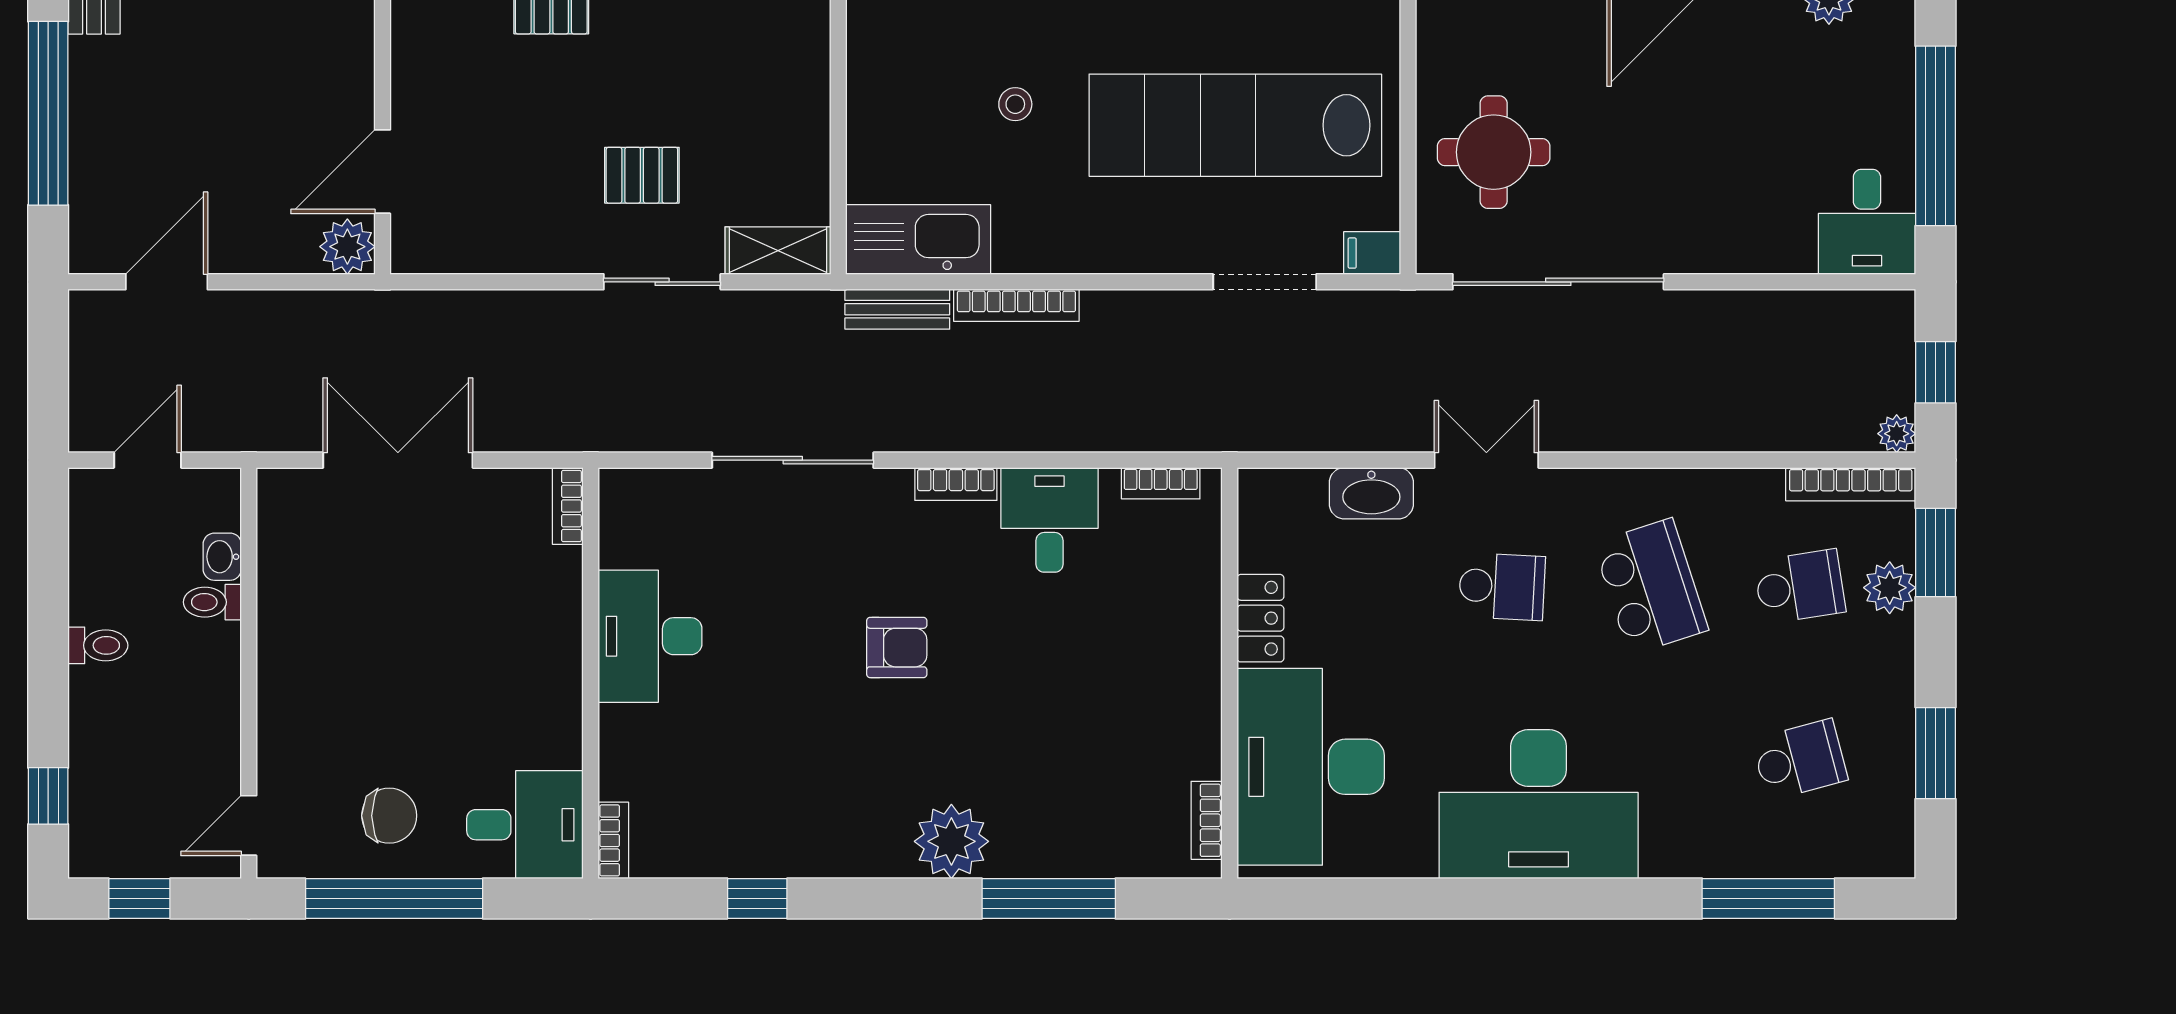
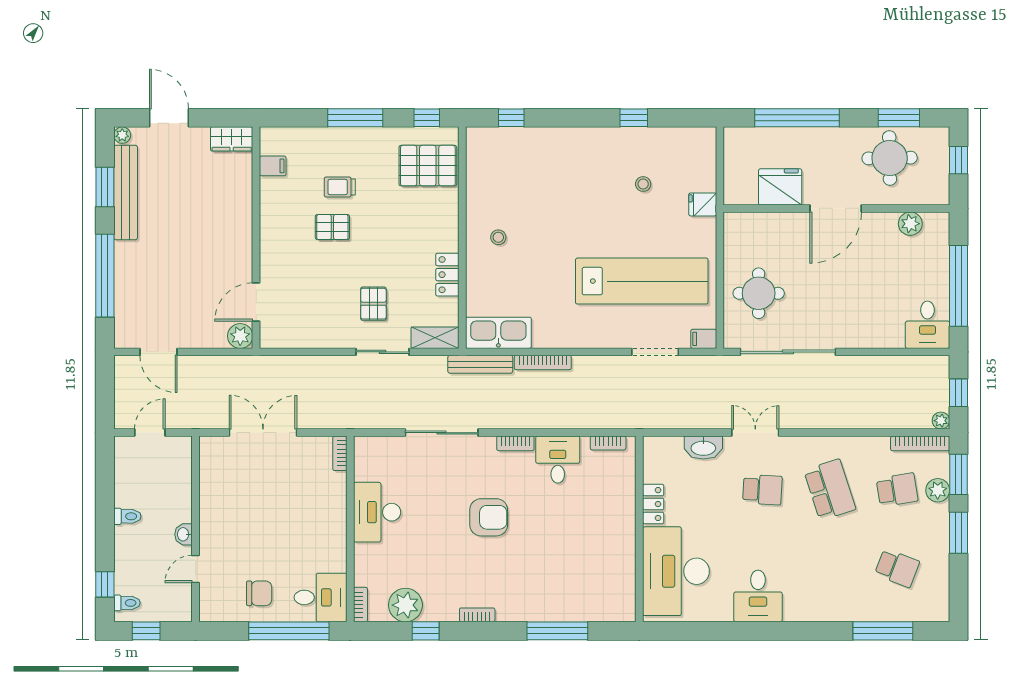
stool: (1015, 104) -> (498, 237), moved
locker: (805, 111) -> (447, 275), added
lab bench: (1235, 125) -> (642, 281), turned 180
pallet: (642, 175) -> (373, 304), turned 90
door: (167, 282) -> (158, 352), swing flipped
bench: (897, 309) -> (480, 364), width x1.36
washbasin: (222, 557) -> (184, 534), moved
toilet: (212, 602) -> (127, 603), moved, turned 180
armchair: (897, 648) -> (489, 517), width x1.38, depth x1.38
window: (1935, 753) -> (958, 533), moved
school desk: (1800, 760) -> (897, 568), turned 36
desk: (1539, 804) -> (758, 596), width x0.53, depth x0.77
bookcase: (1207, 820) -> (477, 615), moved, turned 90
door: (249, 825) -> (196, 569), moved
plant: (951, 841) -> (405, 605), moved
window: (394, 899) -> (289, 631), moved

